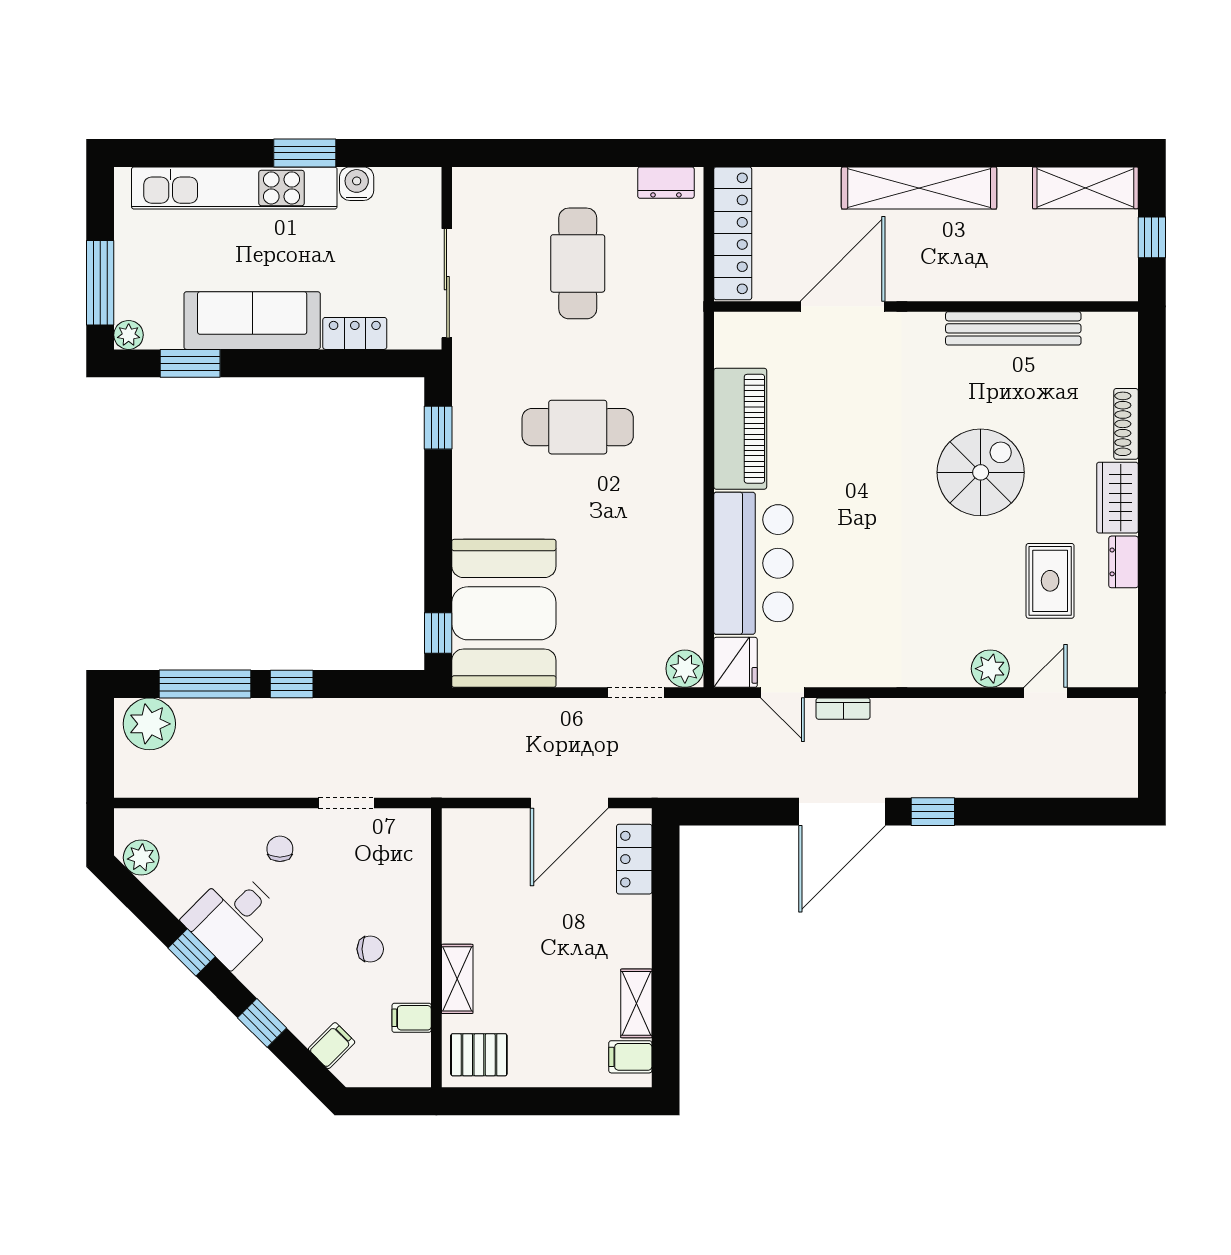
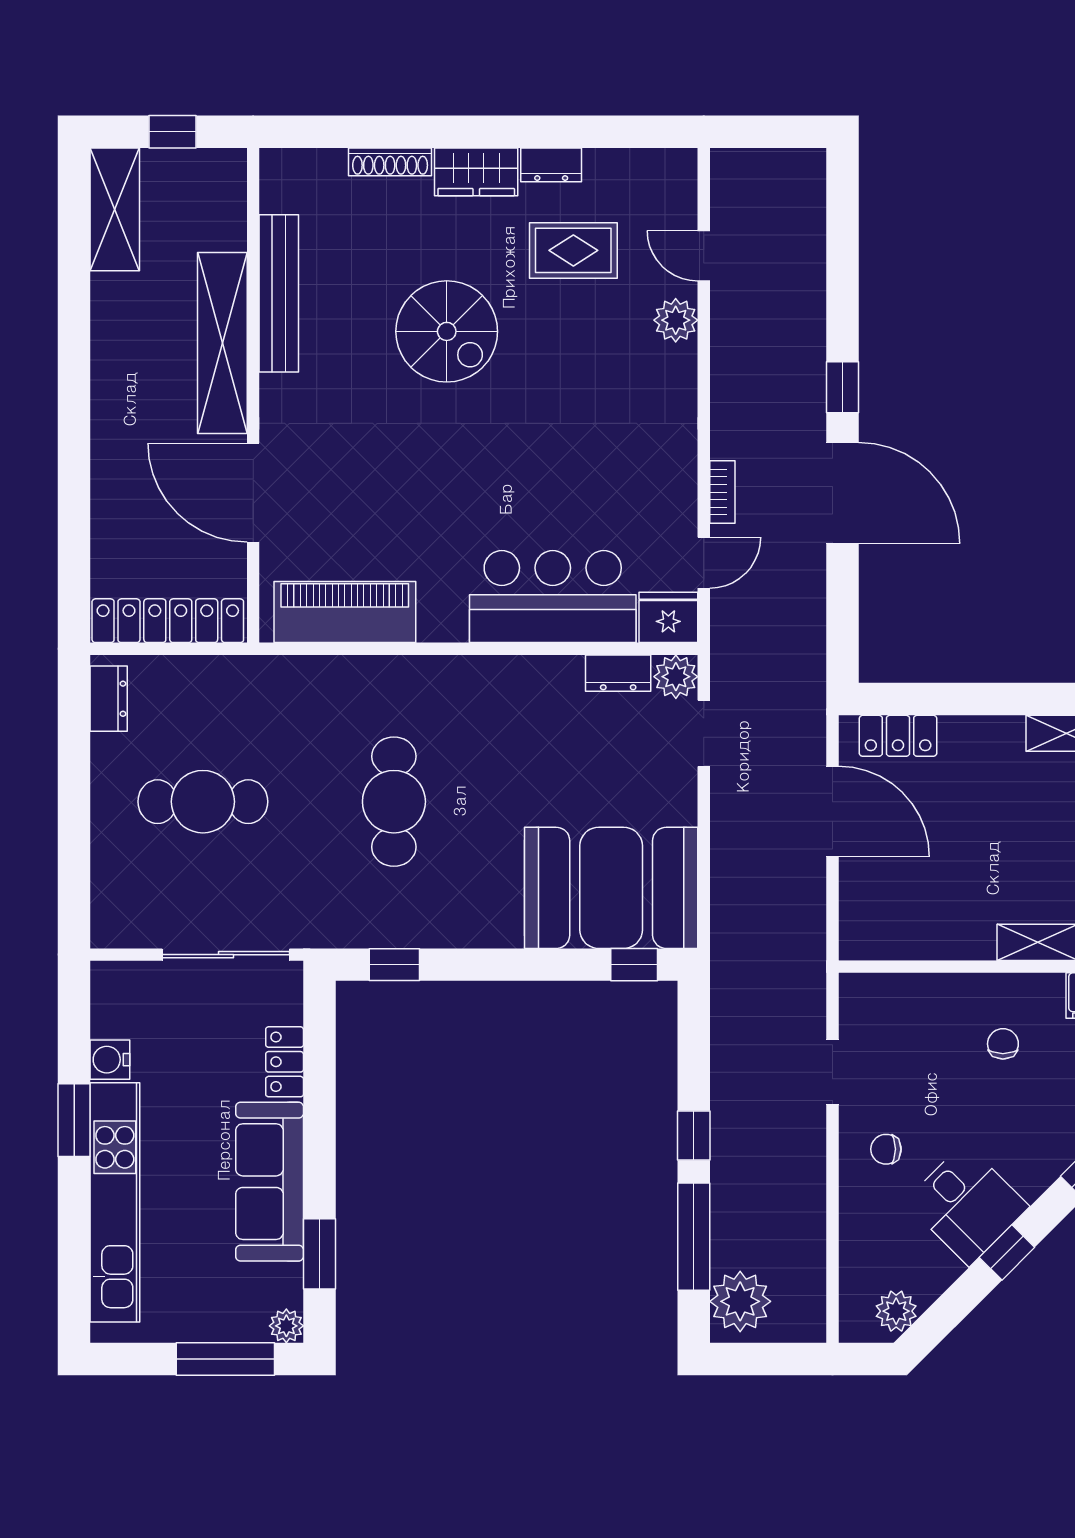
shelving: (919, 188) -> (222, 343), moved
piano: (740, 429) -> (345, 612), moved
spiral stairs: (981, 472) -> (447, 331), turned 180
dresser: (688, 619) -> (618, 673), added

